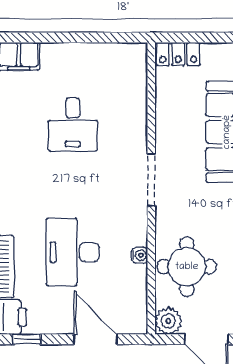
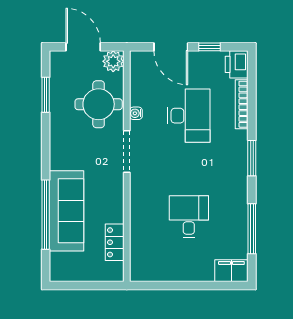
locker: (178, 54) -> (115, 242), moved, turned -90
doorway: (151, 180) -> (127, 151), moved
window: (27, 339) -> (209, 47), moved

